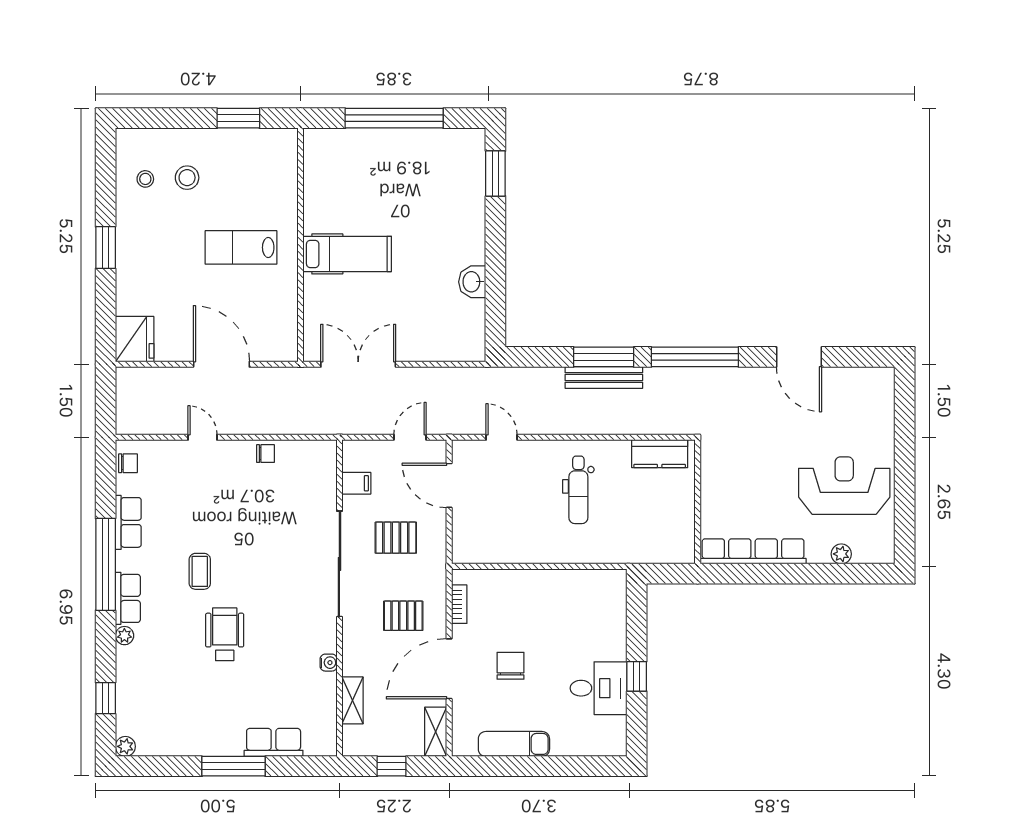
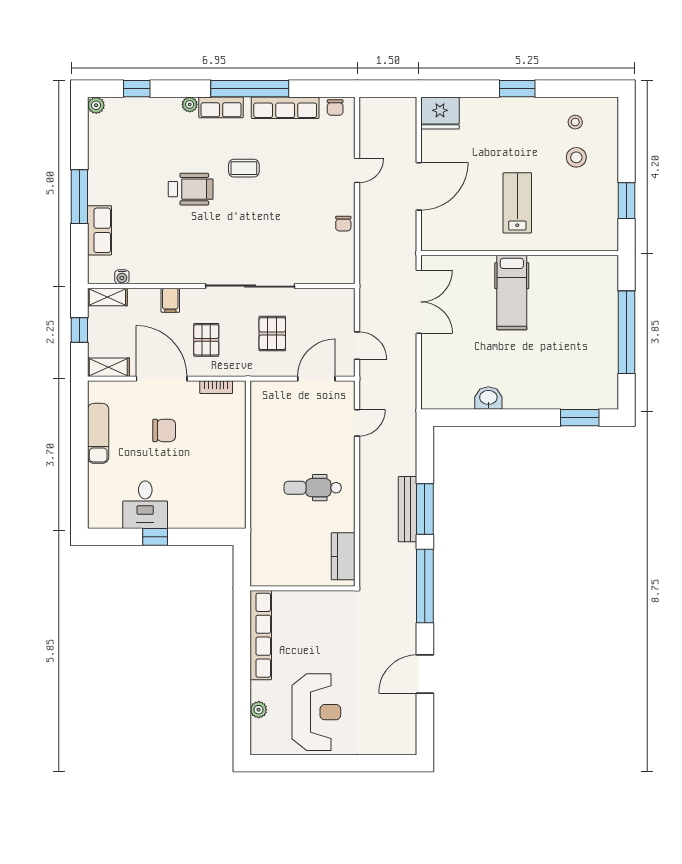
filing cabinet: (356, 483) -> (170, 300), moved
row of seats: (128, 522) -> (285, 108), width x1.48
water cooler: (329, 663) -> (122, 277), moved
shelving: (352, 700) -> (107, 297), moved

